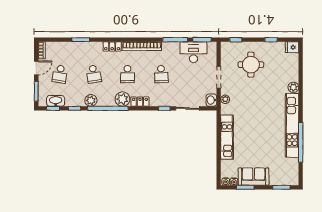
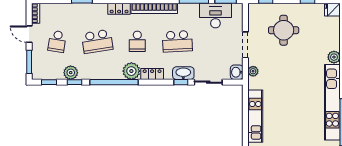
door: (36, 68) -> (29, 34), swing flipped
school desk: (94, 74) -> (97, 41), width x1.85
school desk: (161, 74) -> (177, 41), width x1.85
plant: (91, 100) -> (71, 73), moved
washbasin: (56, 101) -> (183, 73), moved

